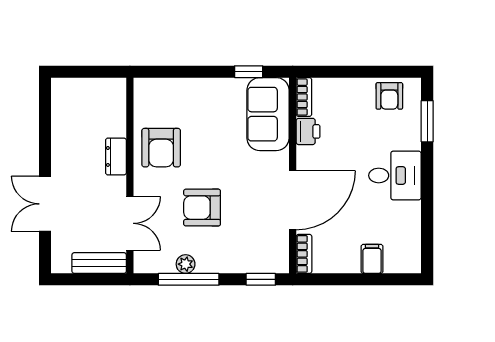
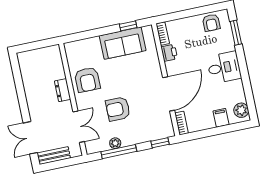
sofa: (268, 114) -> (123, 43), moved, turned -90
double door: (45, 204) -> (30, 138), moved
plant: (409, 253) -> (241, 110), added
bench: (99, 263) -> (54, 156), moved

